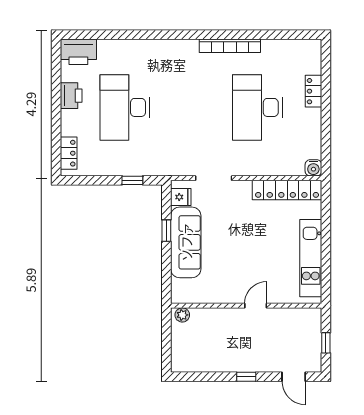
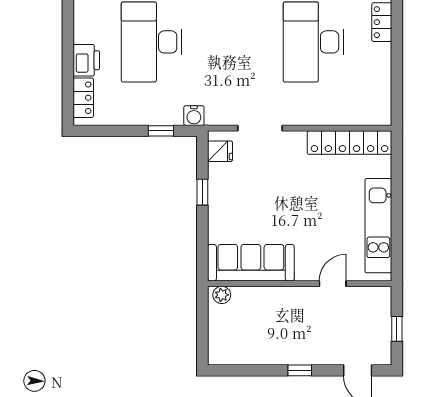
printer: (71, 96) -> (86, 60), moved
water cooler: (313, 168) -> (194, 116), moved
sofa: (186, 242) -> (251, 263), moved, turned -90
door: (256, 306) -> (333, 284), moved

